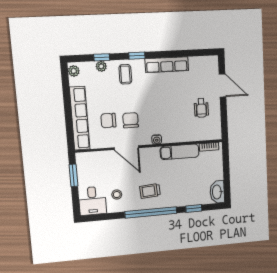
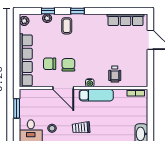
row of seats: (167, 65) -> (125, 20), moved
wheelchair: (201, 108) -> (115, 74), moved
exam couch: (180, 152) -> (96, 95), moved

